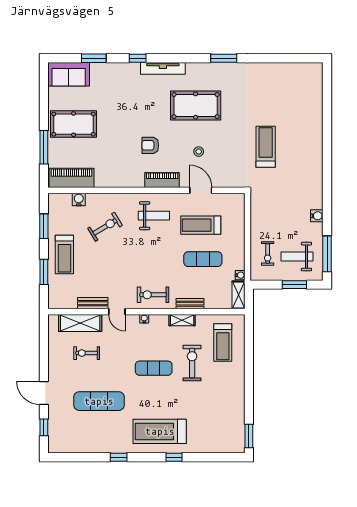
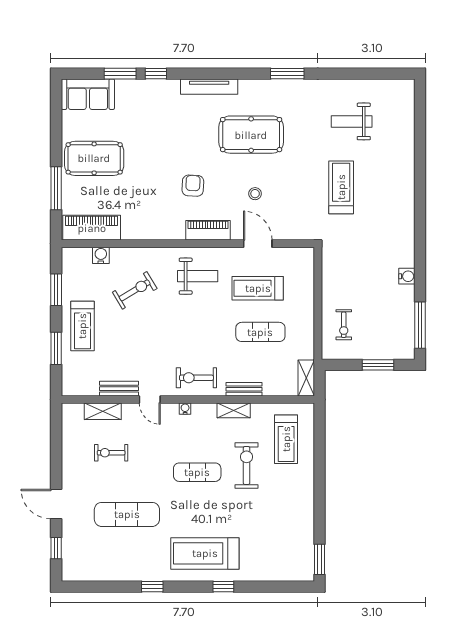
window: (138, 58) -> (156, 74), moved
armchair: (150, 145) -> (193, 186), turned 93
weight bench: (297, 257) -> (352, 121), moved
water cooler: (240, 275) -> (308, 353), removed
shelving: (80, 323) -> (103, 411), width x0.67, depth x0.75

